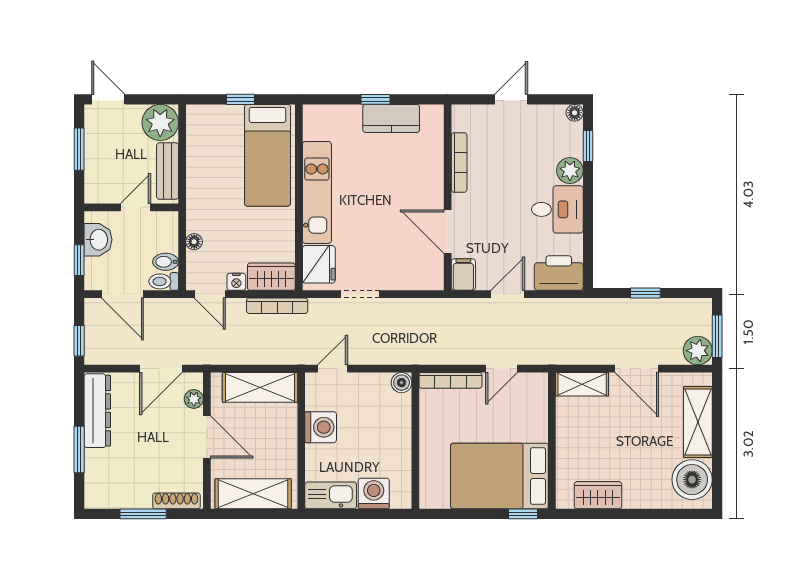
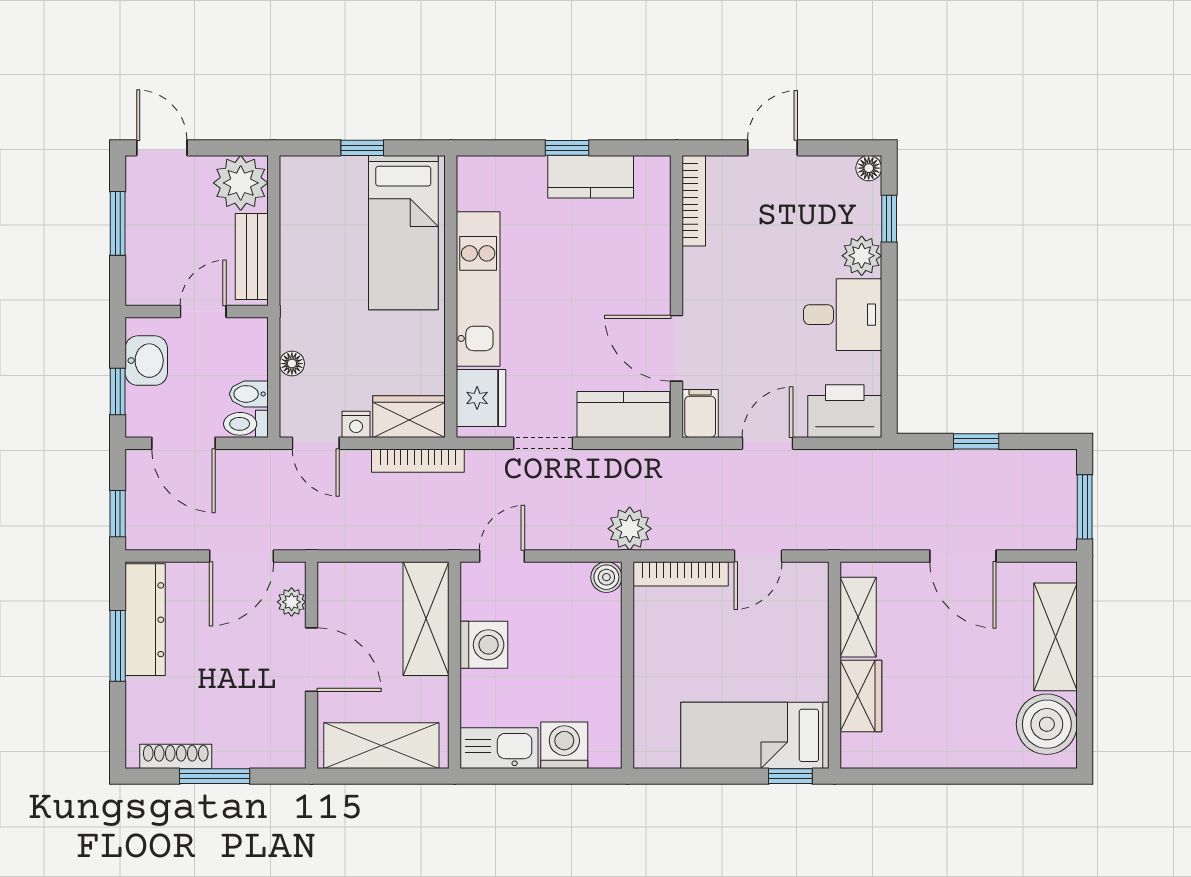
bookcase: (459, 162) -> (694, 201), moved
kitchen counter: (413, 275) -> (623, 414), added
plant: (698, 351) -> (630, 529), moved
shelving: (582, 384) -> (858, 617), moved, turned 90
shelving: (260, 387) -> (426, 619), moved, turned 90
window: (79, 449) -> (118, 646), moved
bed: (499, 476) -> (755, 735), width x0.67
wardrobe: (598, 495) -> (861, 696), moved, turned 90
shoe rack: (176, 501) -> (176, 756), moved

